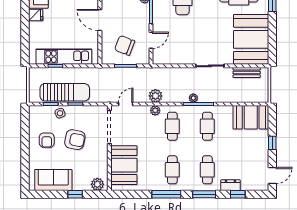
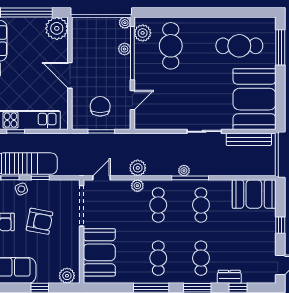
chair: (125, 45) -> (100, 106), turned 69
bench: (247, 72) -> (249, 139), width x1.36

